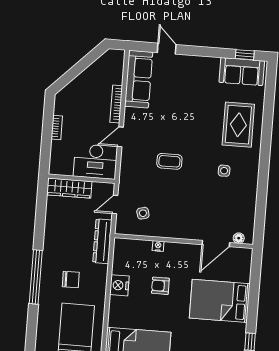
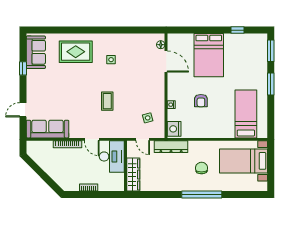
window: (245, 55) -> (23, 68), moved
nightstand: (119, 285) -> (174, 129), moved, turned 90

